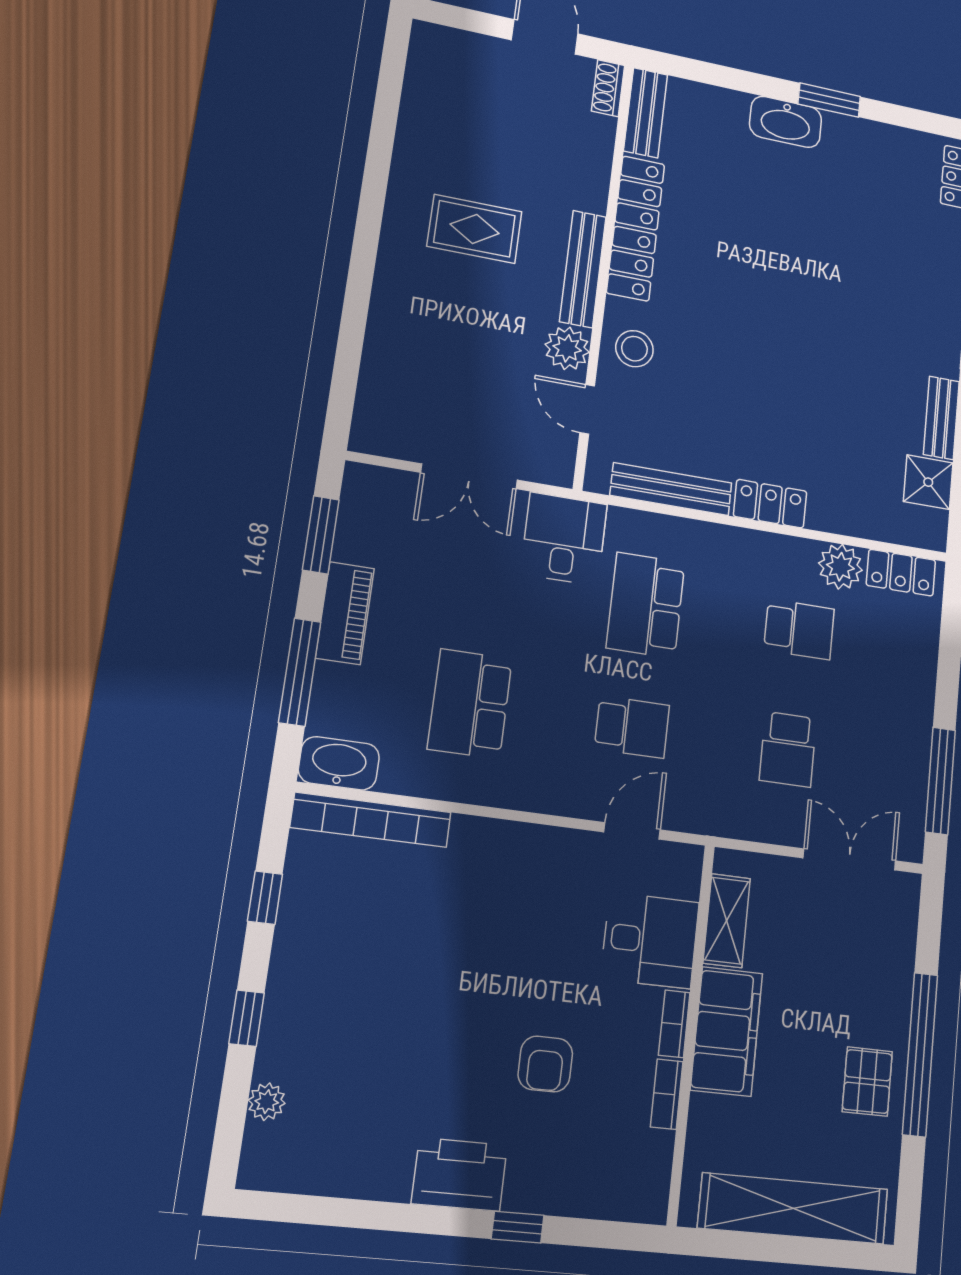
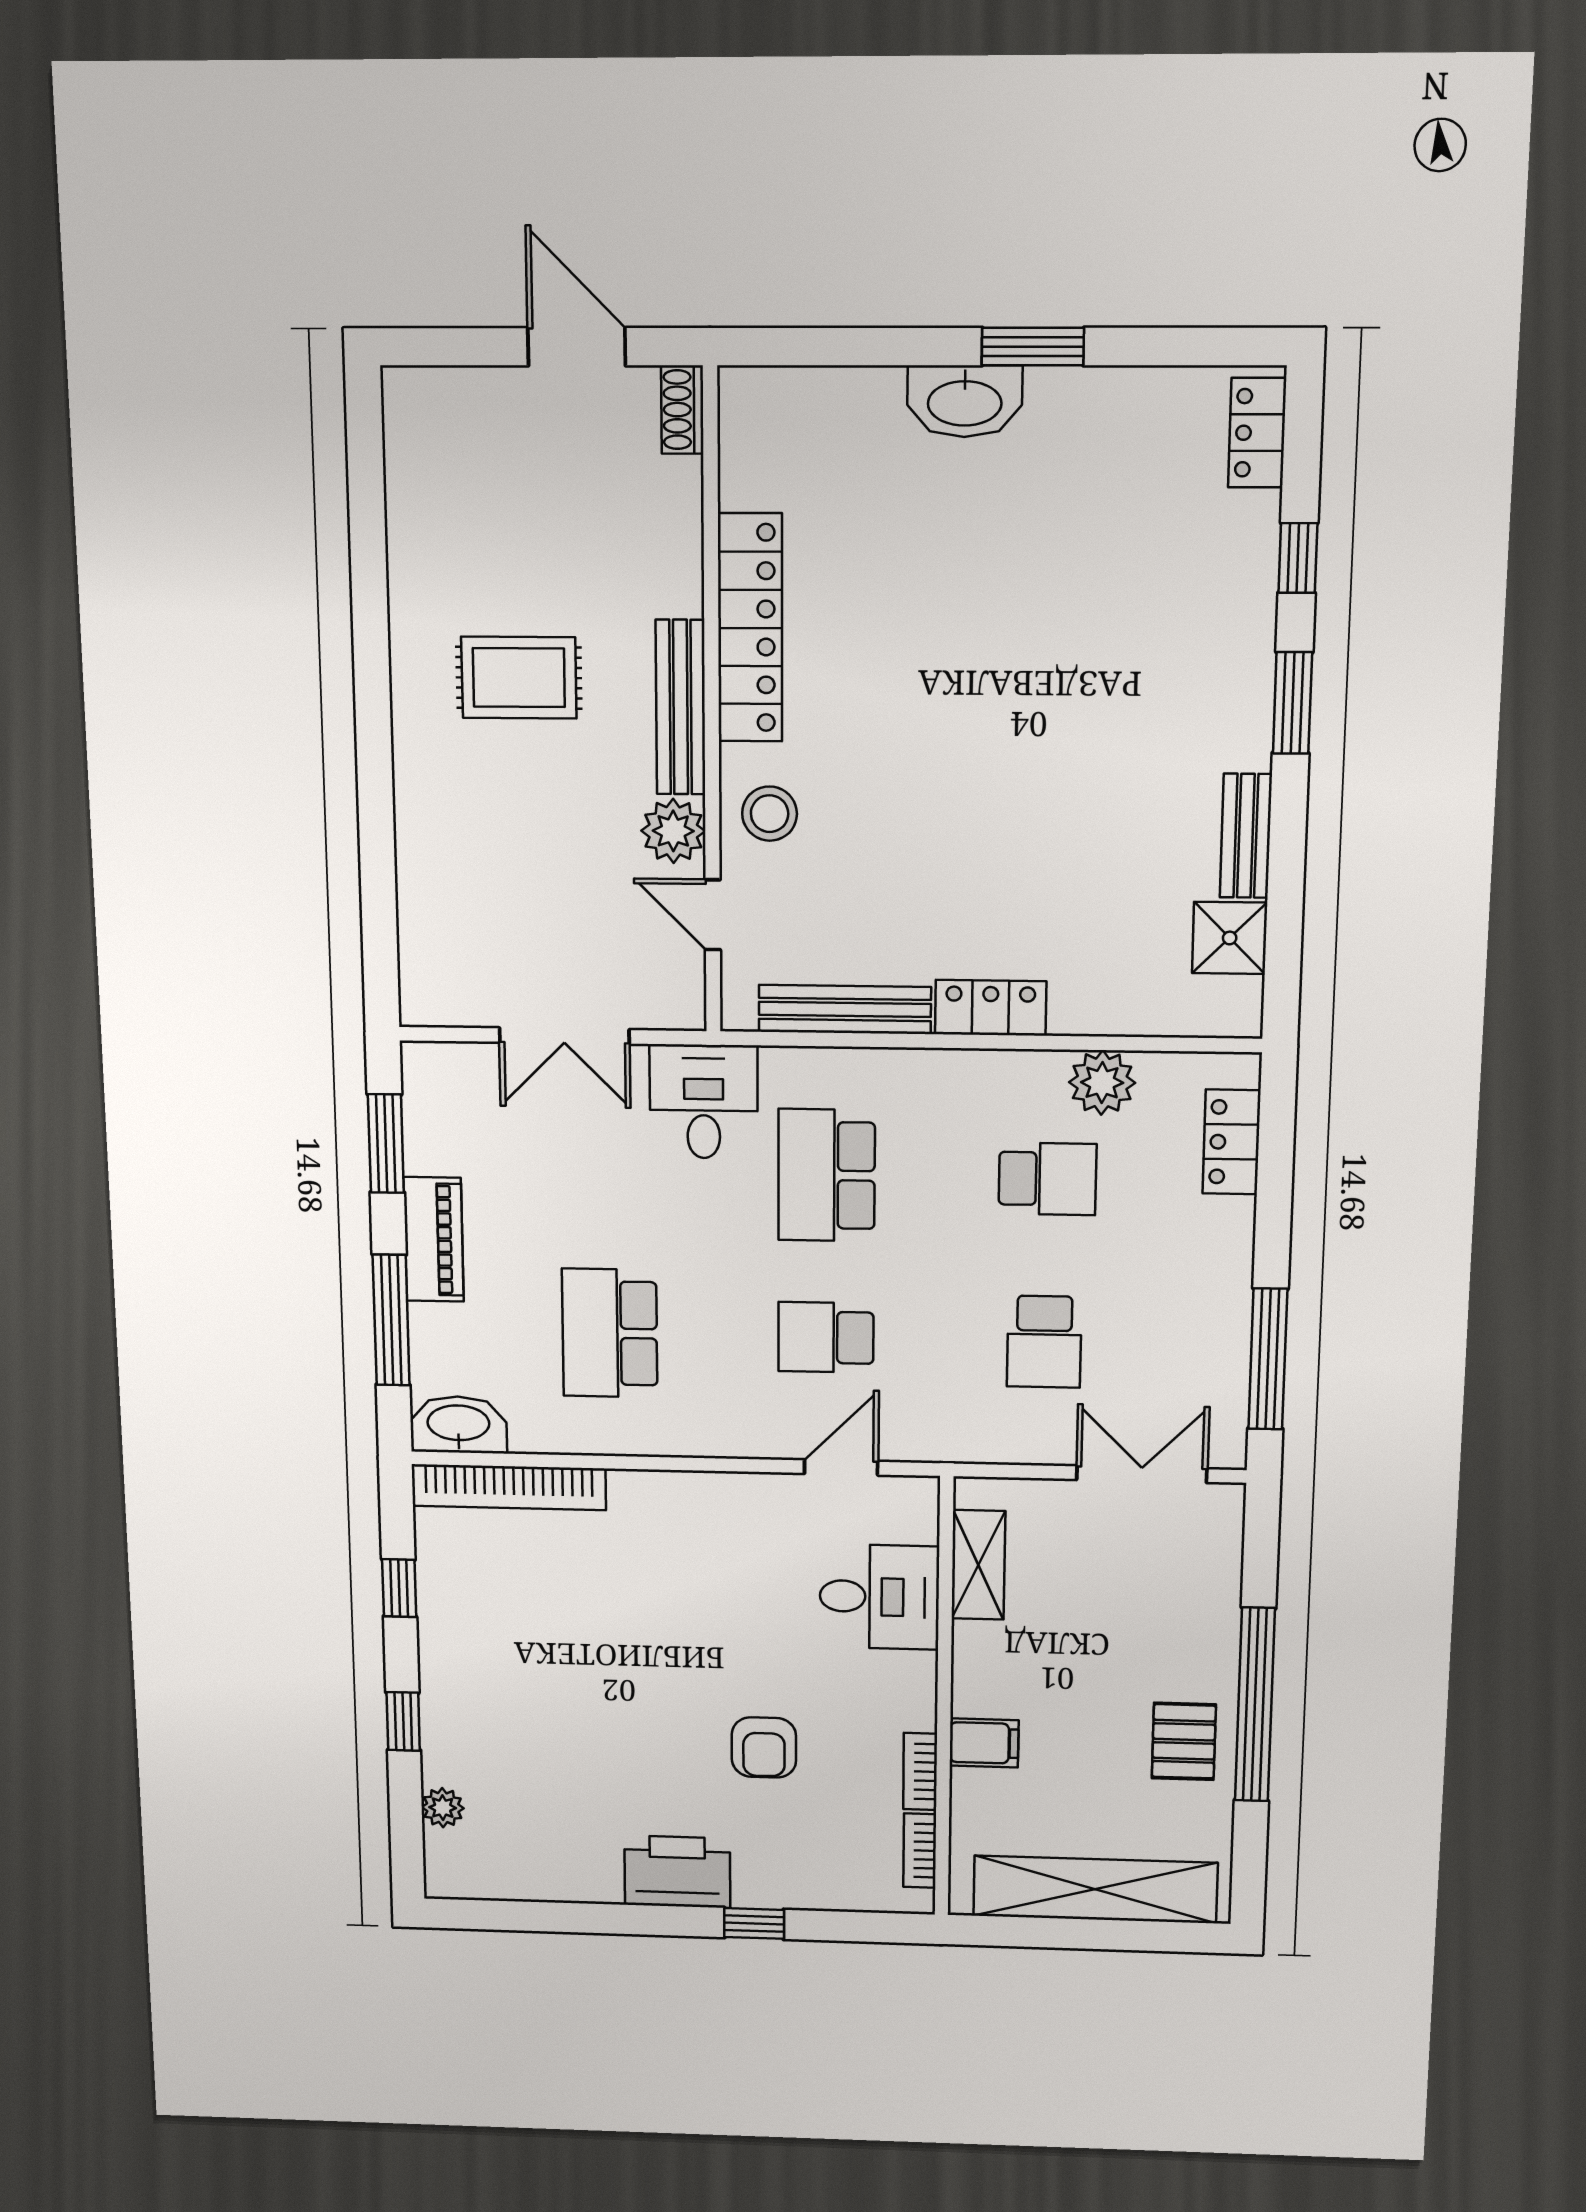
bench: (646, 113) -> (744, 437), removed
locker: (901, 573) -> (1231, 1142), moved, turned 90
school desk: (632, 727) -> (826, 1337), turned 180
bookcase: (674, 1024) -> (920, 1851), moved
filing cabinet: (727, 1031) -> (984, 1743), width x0.33, depth x0.86

